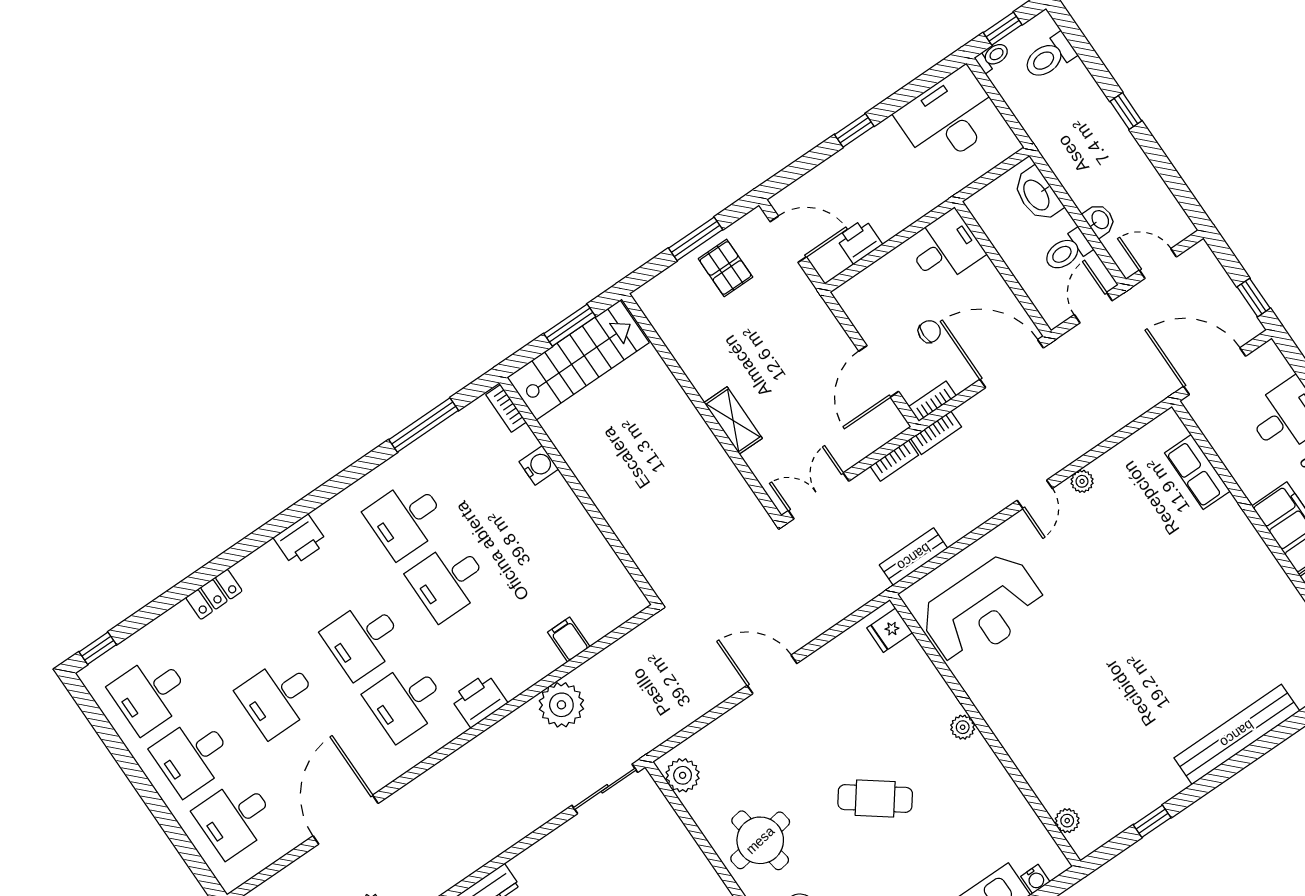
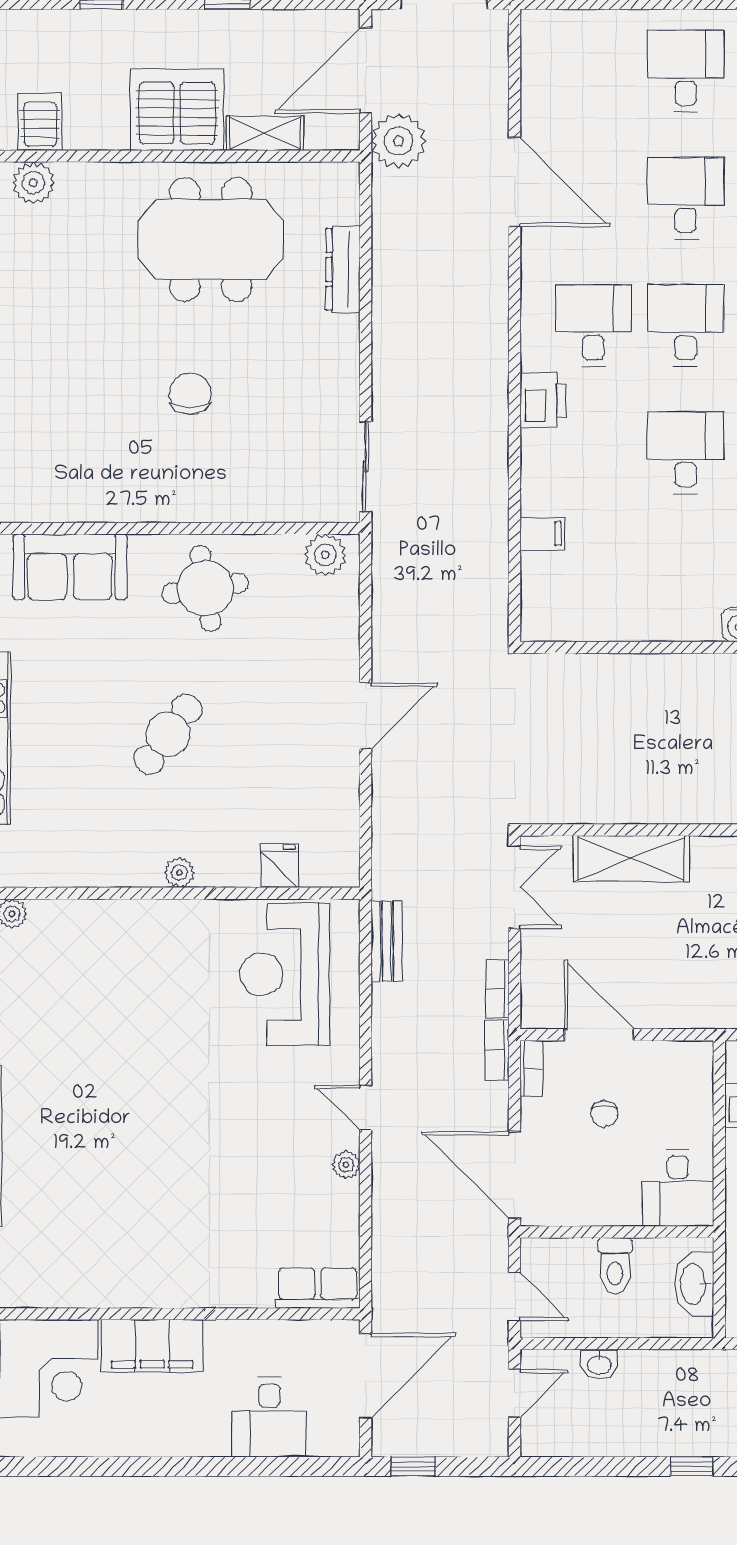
washbasin: (1037, 195) -> (694, 1284), moved, turned -90
toilet: (1067, 251) -> (615, 1266), moved, turned 180
door: (1012, 364) -> (514, 1175), swing flipped
shelving: (733, 420) -> (631, 859), width x1.50, depth x1.33
row of seats: (1197, 472) -> (318, 1288), moved
fridge: (890, 630) -> (280, 866), moved
plant: (561, 705) -> (481, 481), removed
desk: (235, 818) -> (593, 71), removed

